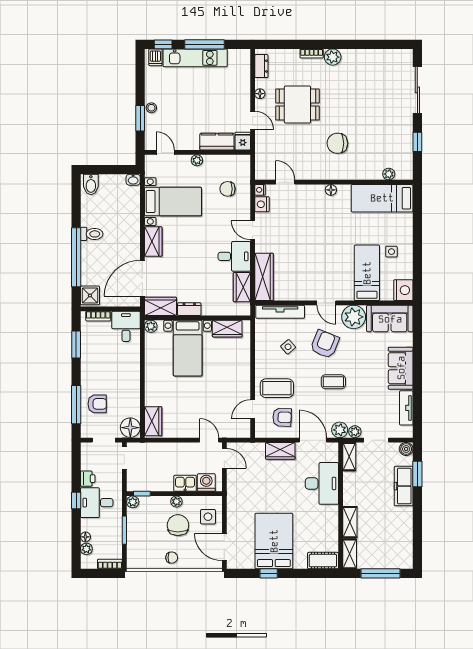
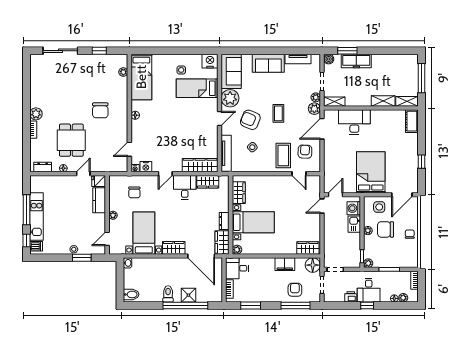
shower: (90, 295) -> (188, 295), moved
filing cabinet: (131, 390) -> (285, 264), added
wardrobe: (280, 451) -> (330, 153), removed
bed: (274, 541) -> (371, 172), moved, turned 90

